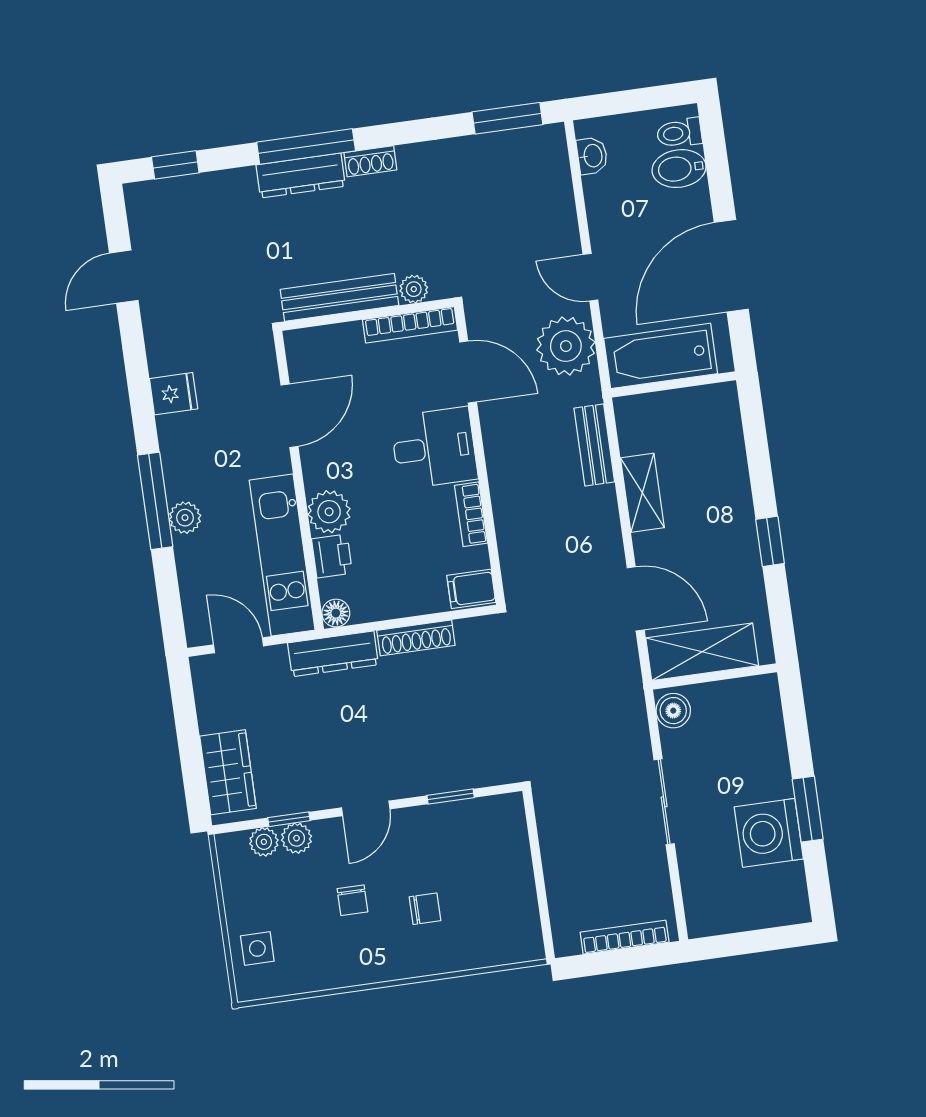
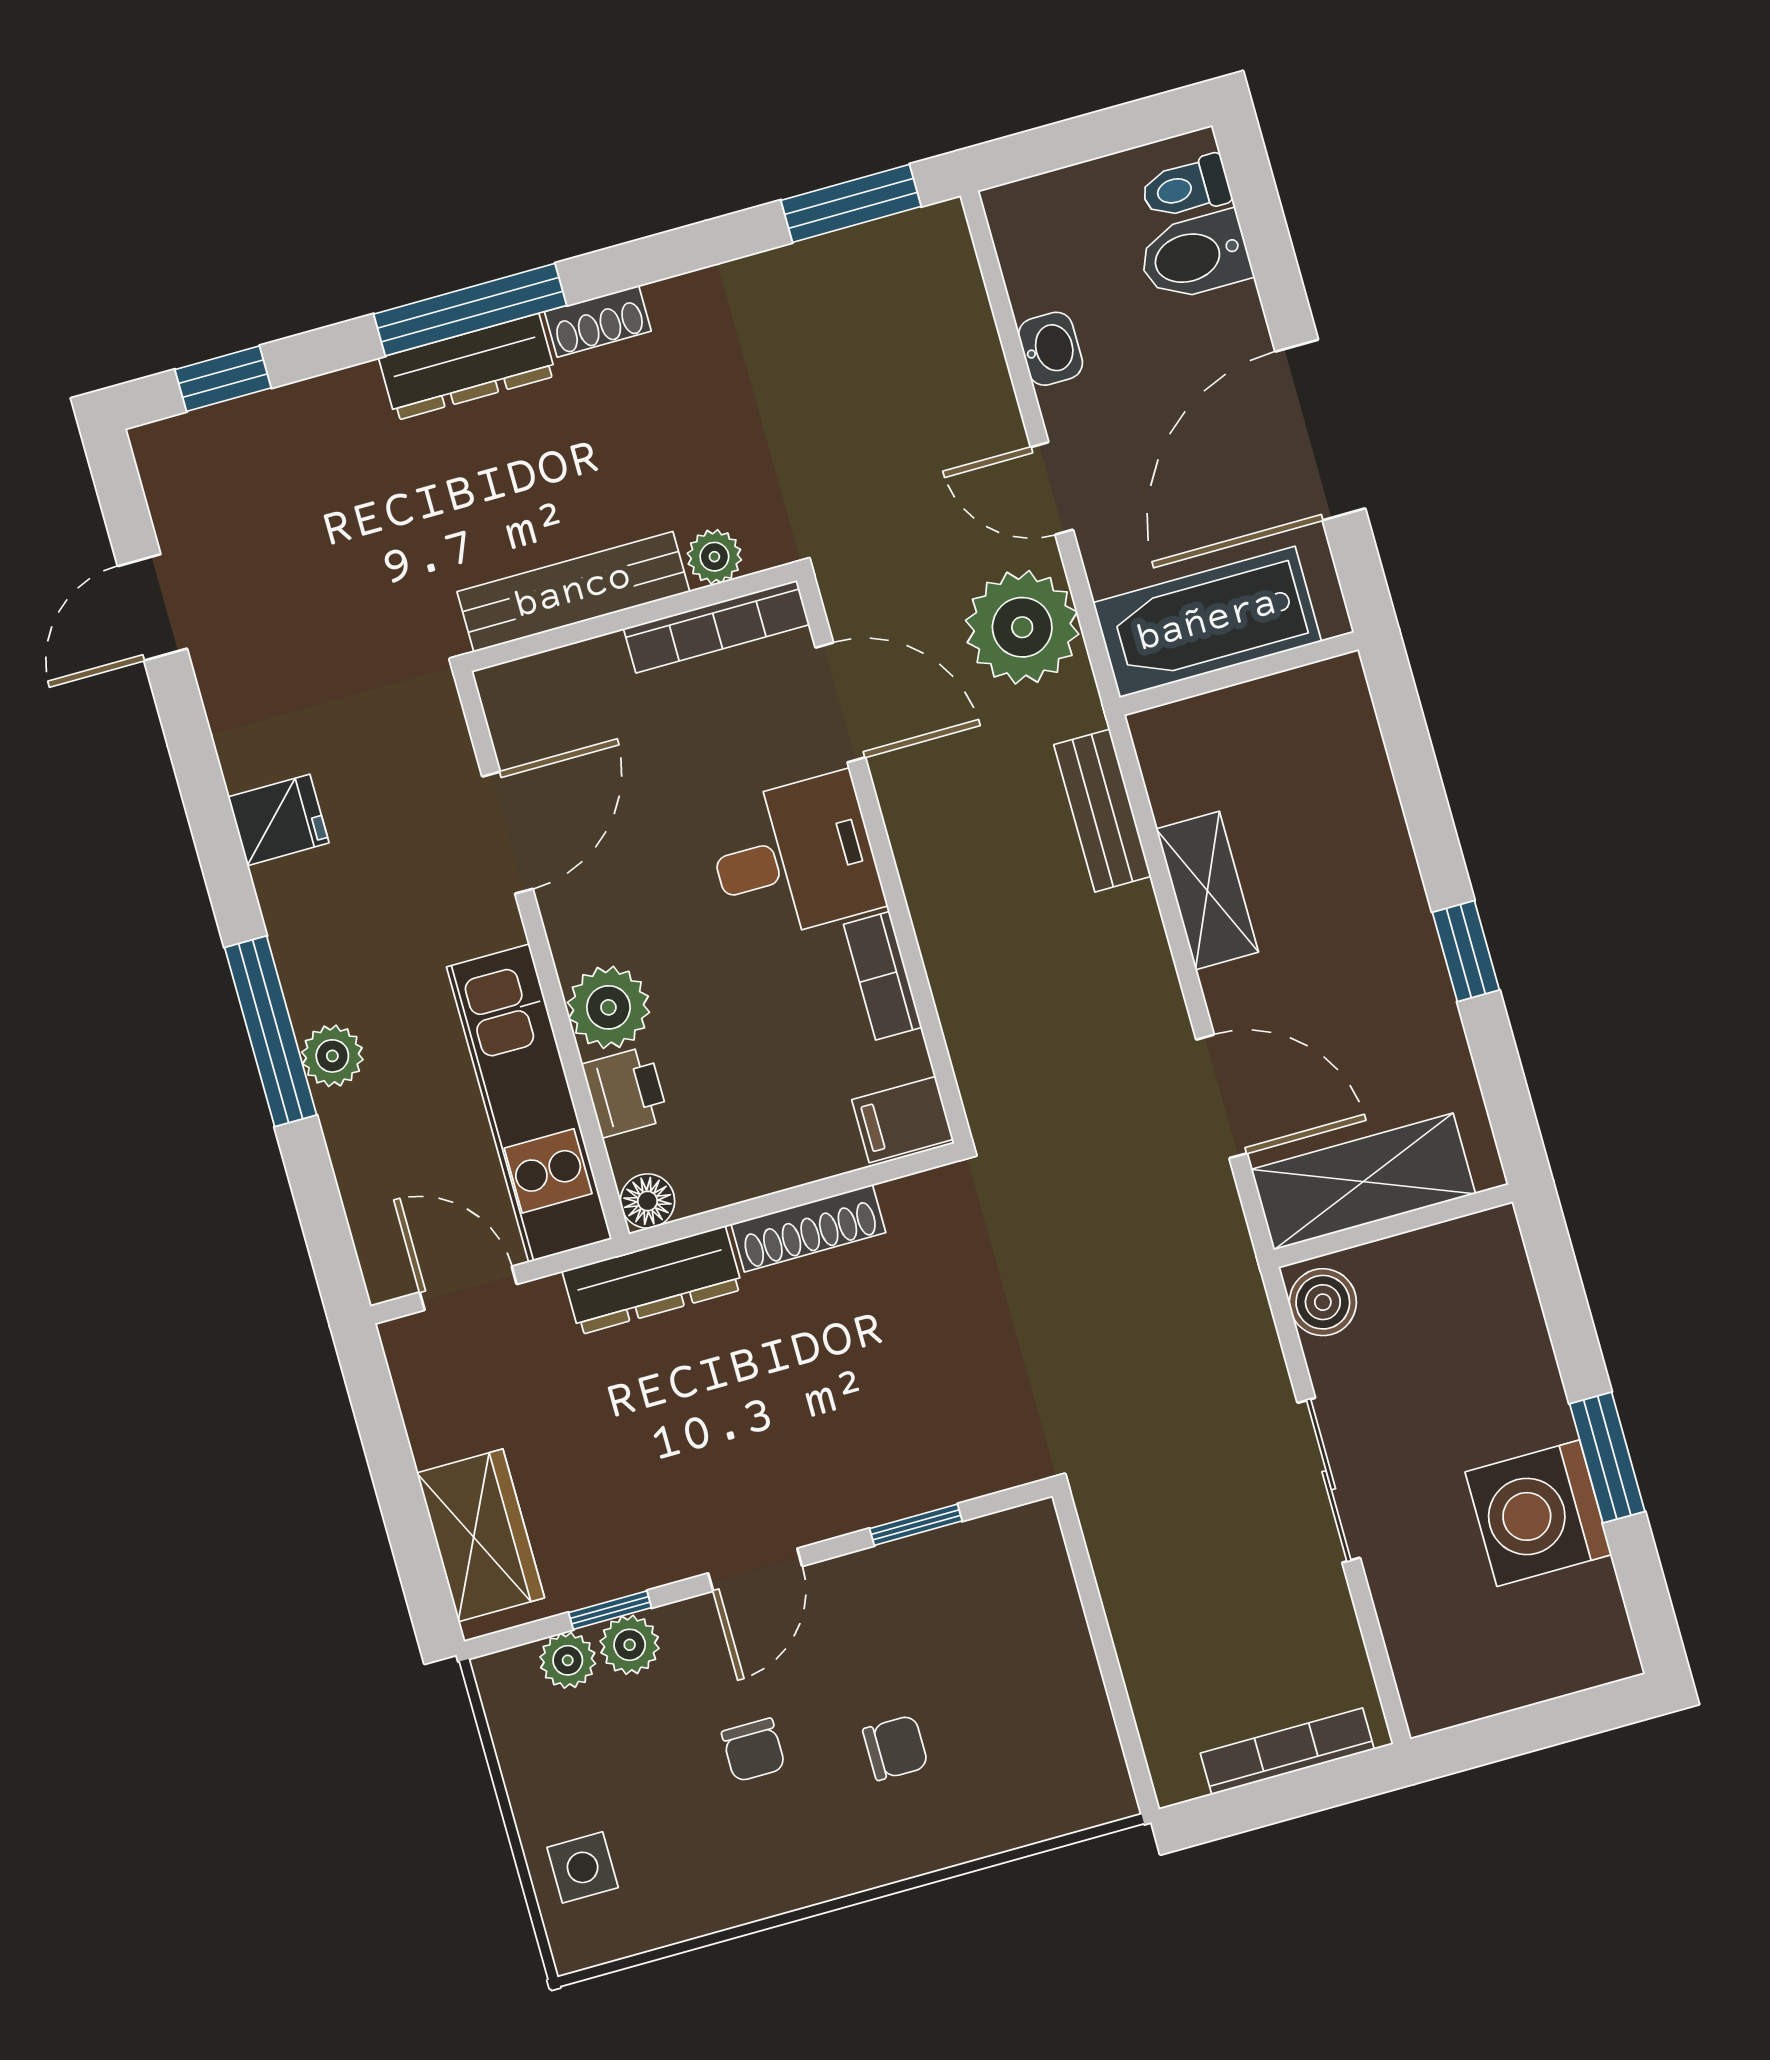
washbasin: (592, 156) -> (1050, 349), moved

